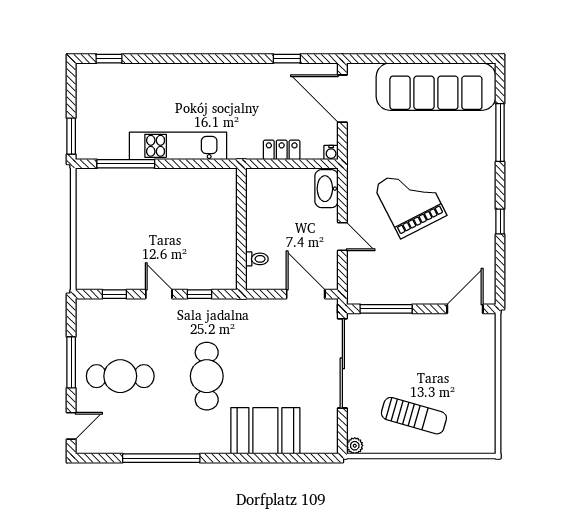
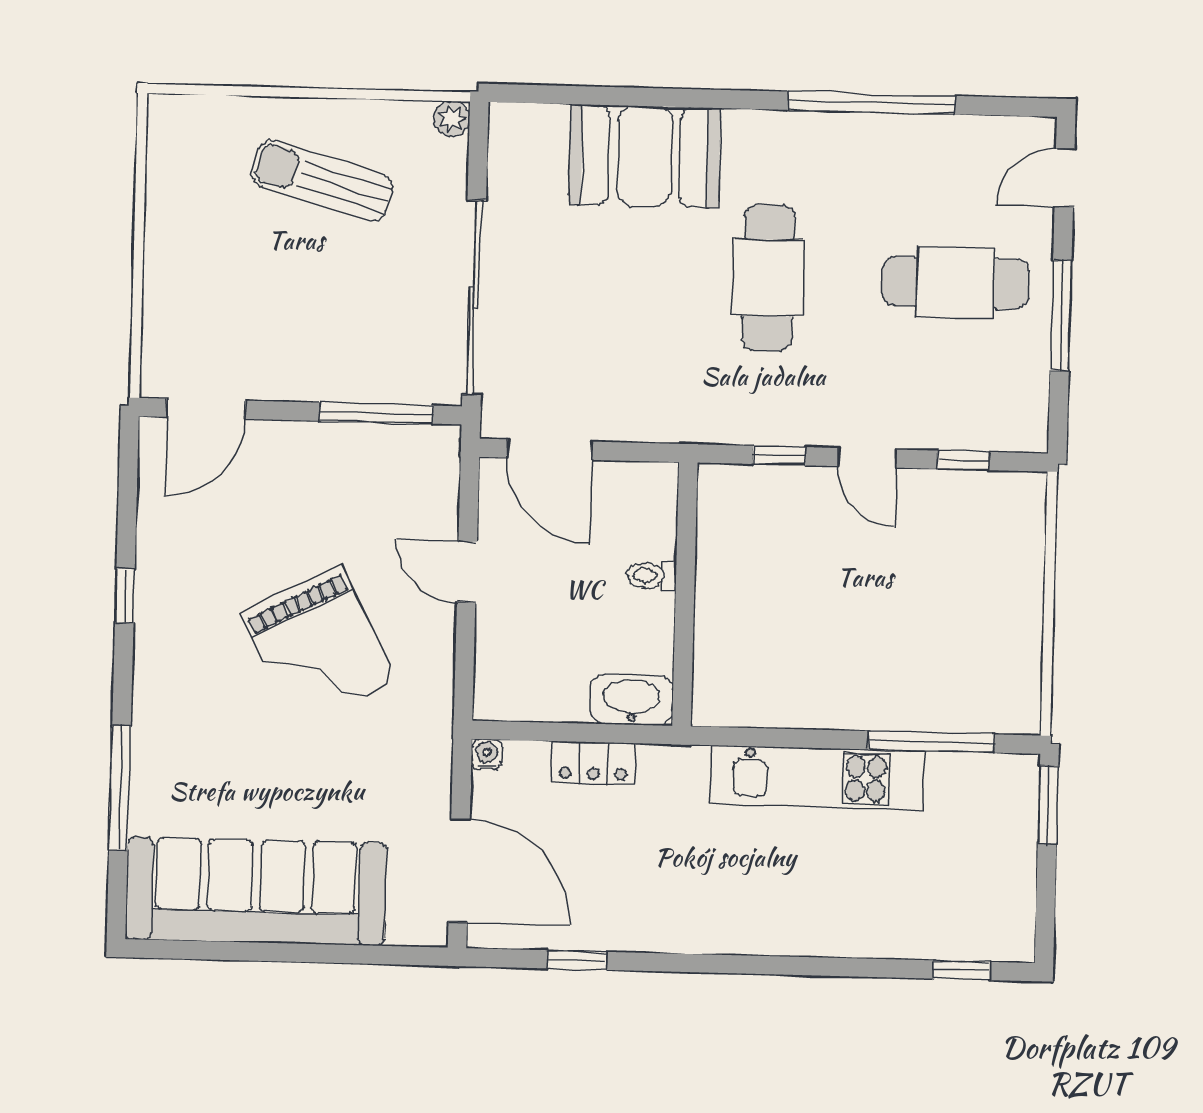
washbasin: (327, 189) -> (632, 700), moved, turned -90
toilet: (257, 259) -> (652, 576), moved

